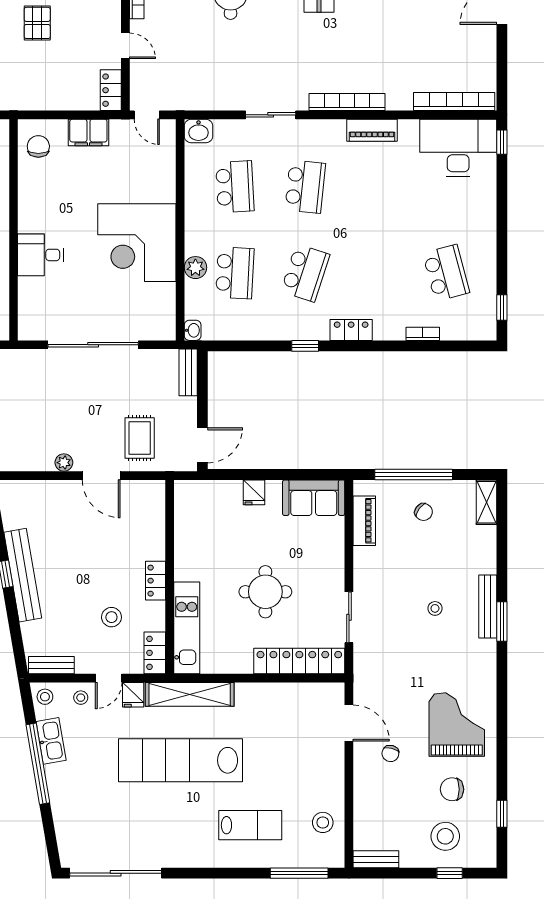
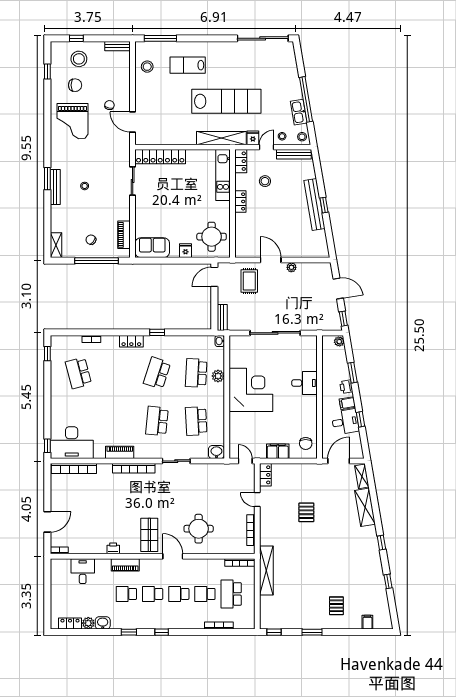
round table: (265, 592) -> (212, 237), moved
bench: (51, 665) -> (294, 154), width x1.36

